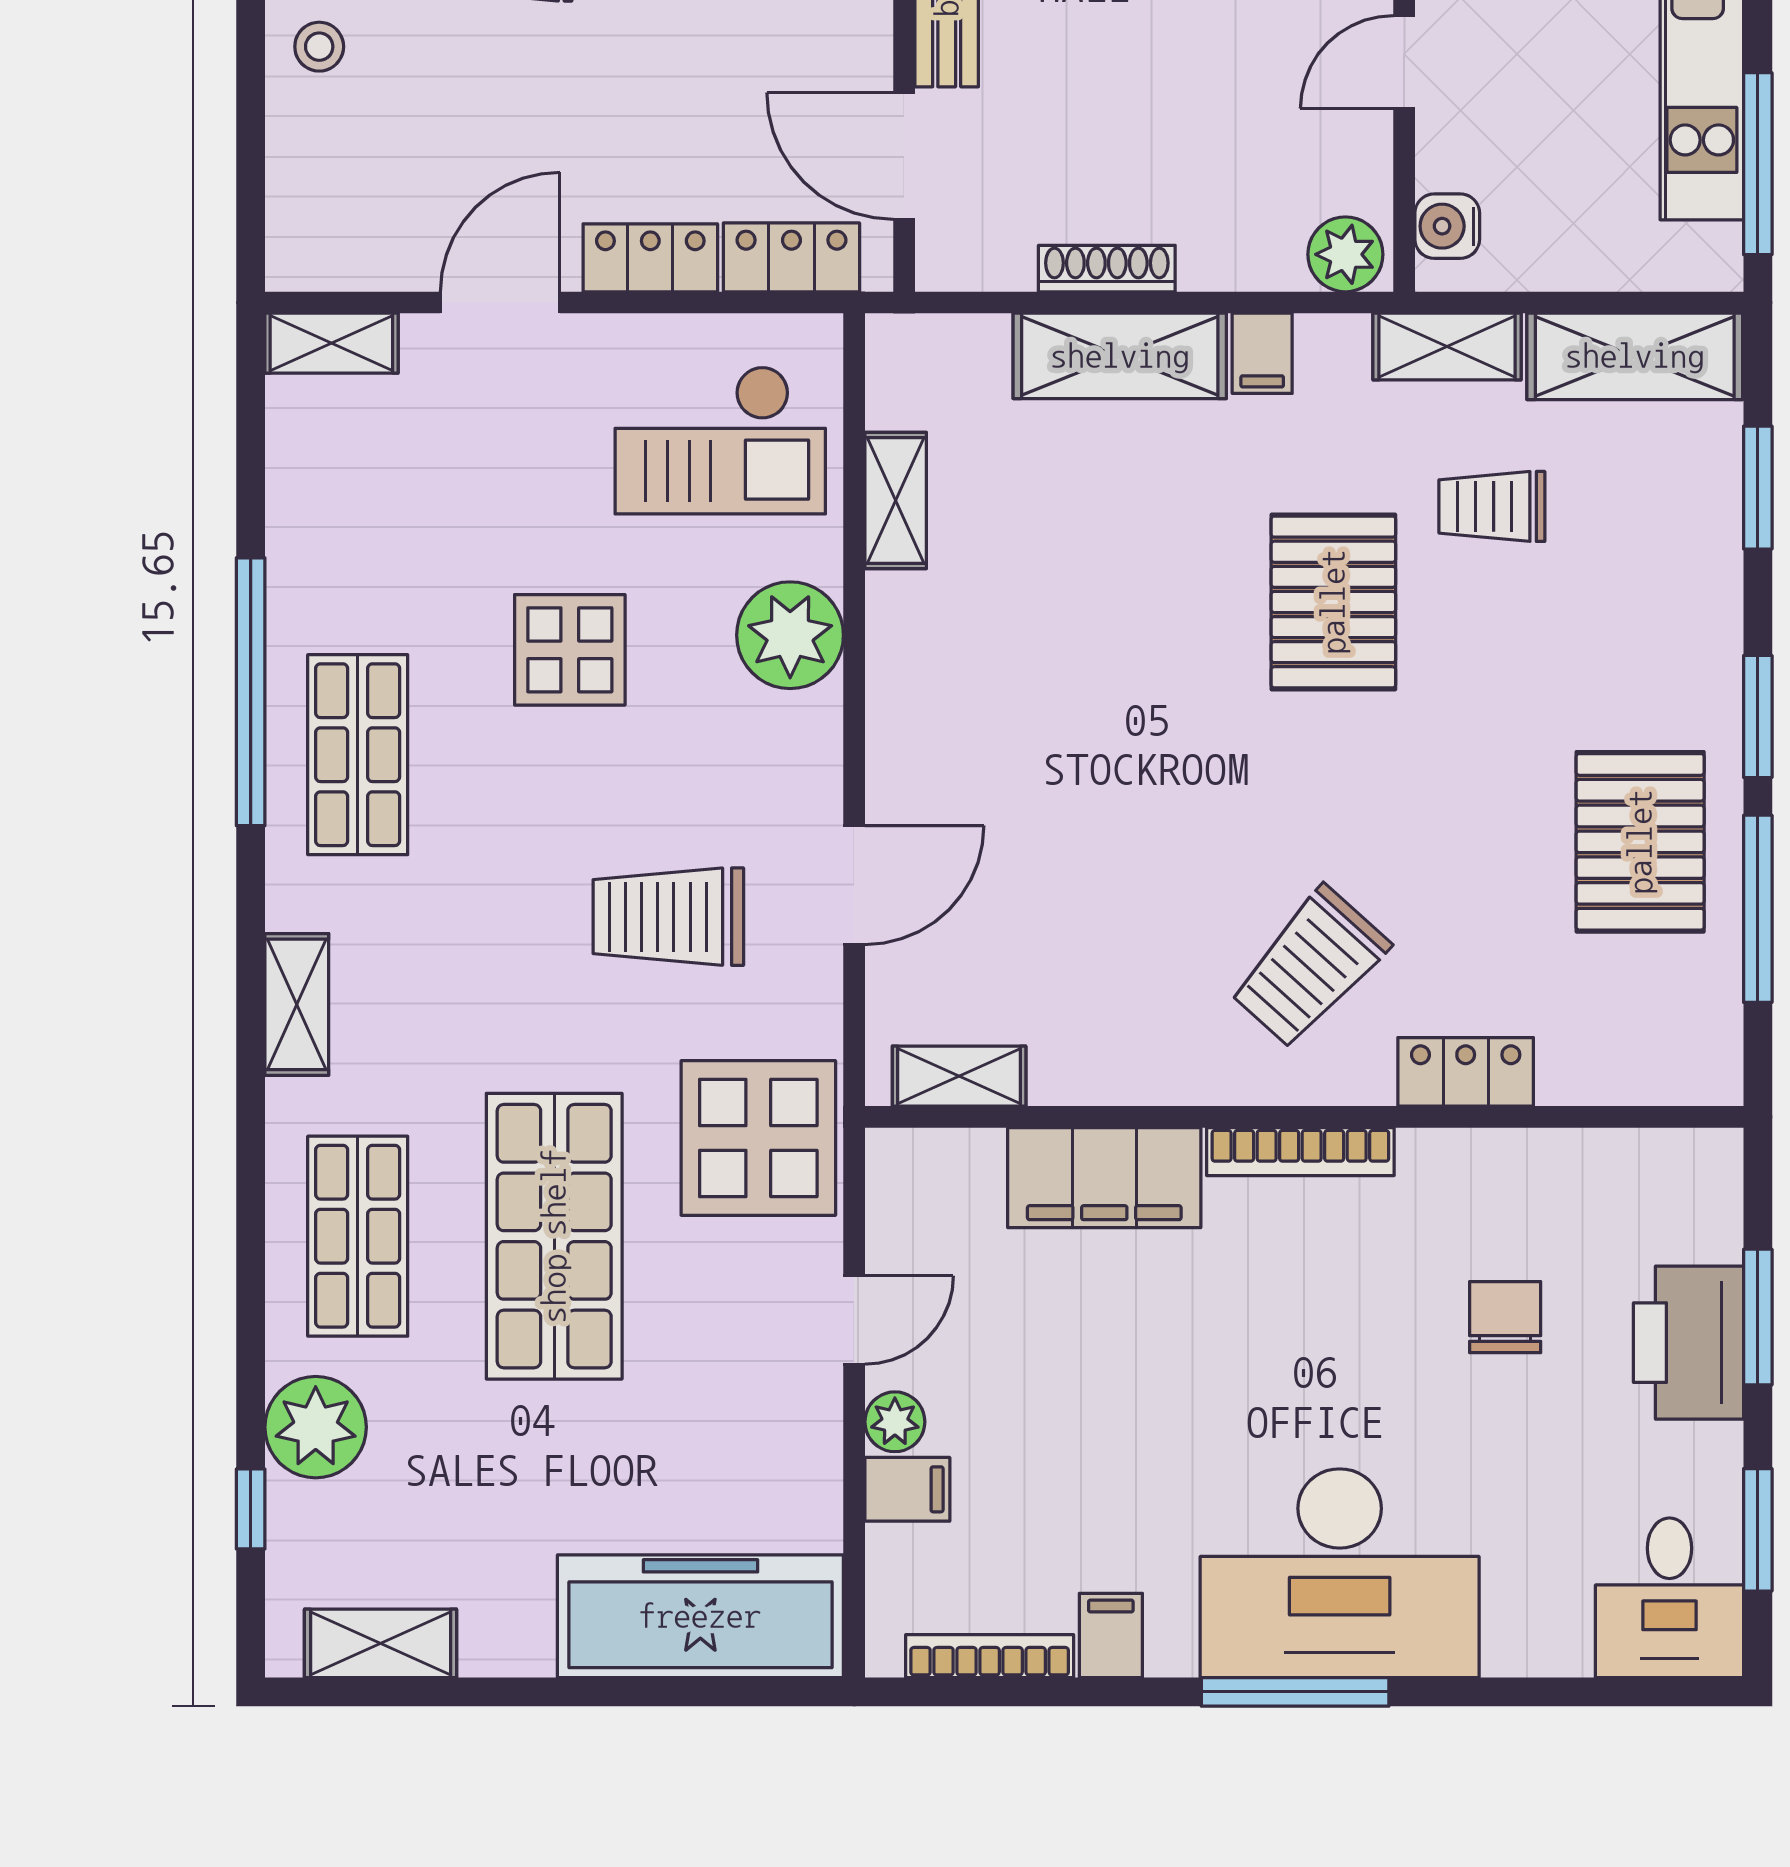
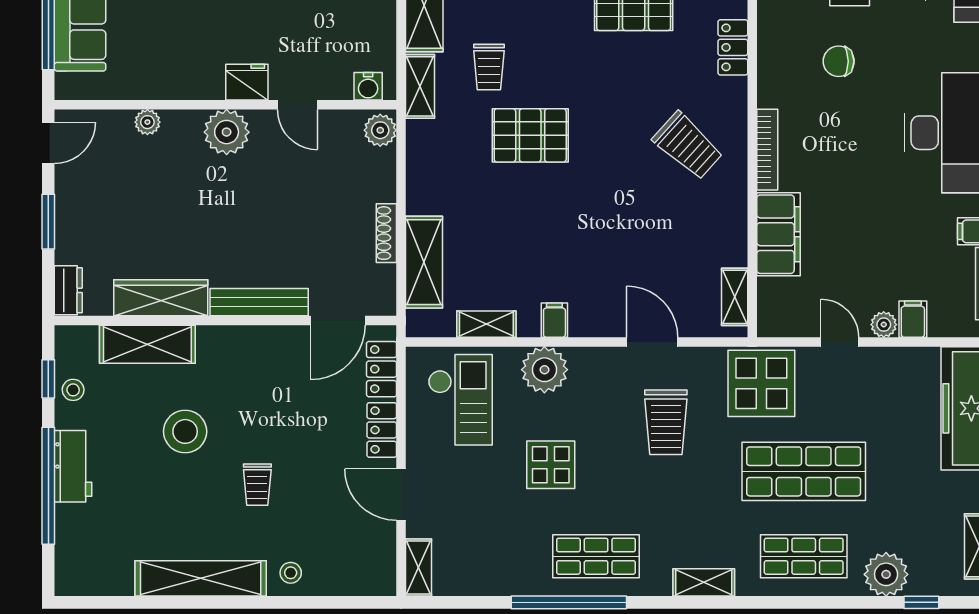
filing cabinet: (1262, 353) -> (554, 320), moved, turned -90
shelving: (1120, 356) -> (424, 262), moved
locker: (1466, 1072) -> (733, 47), moved

